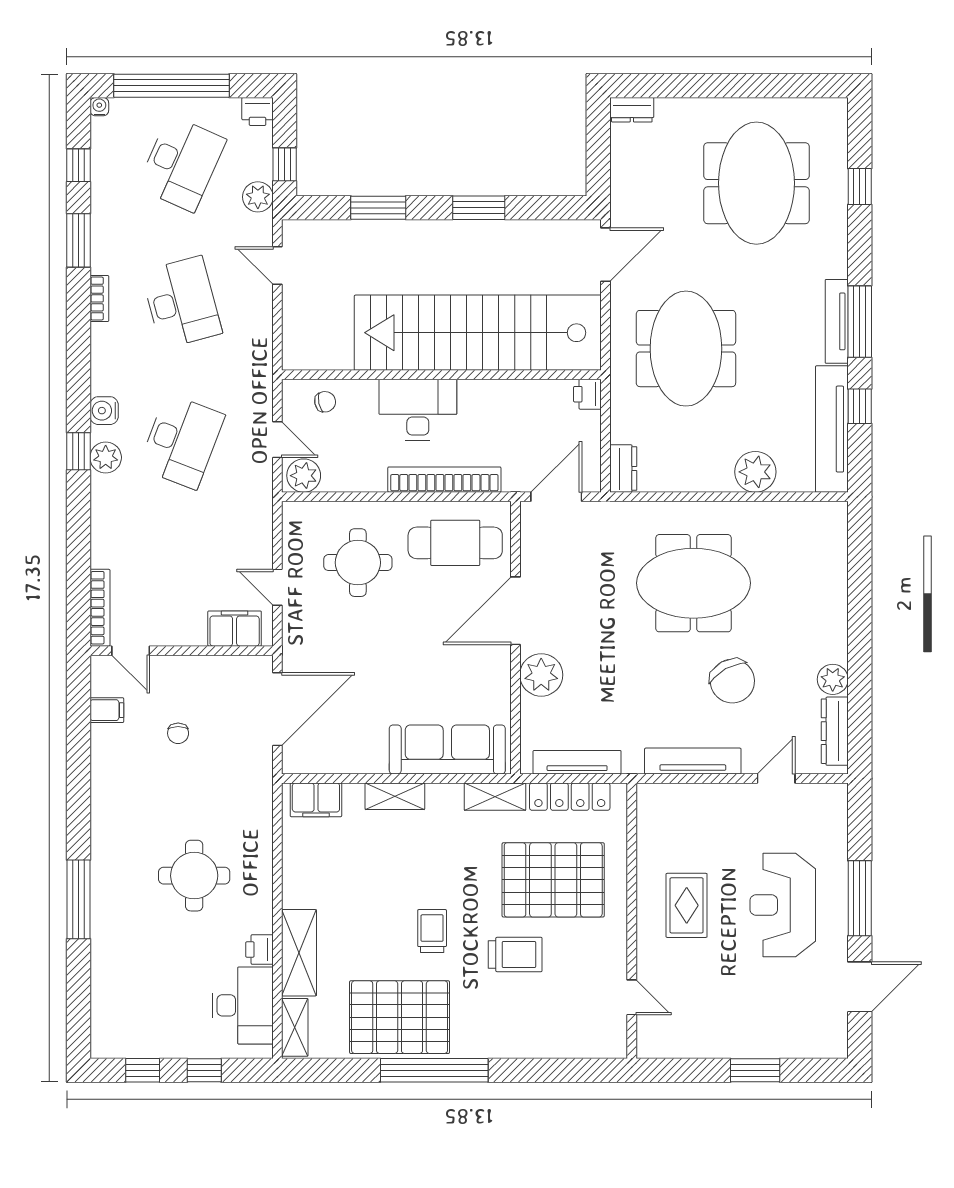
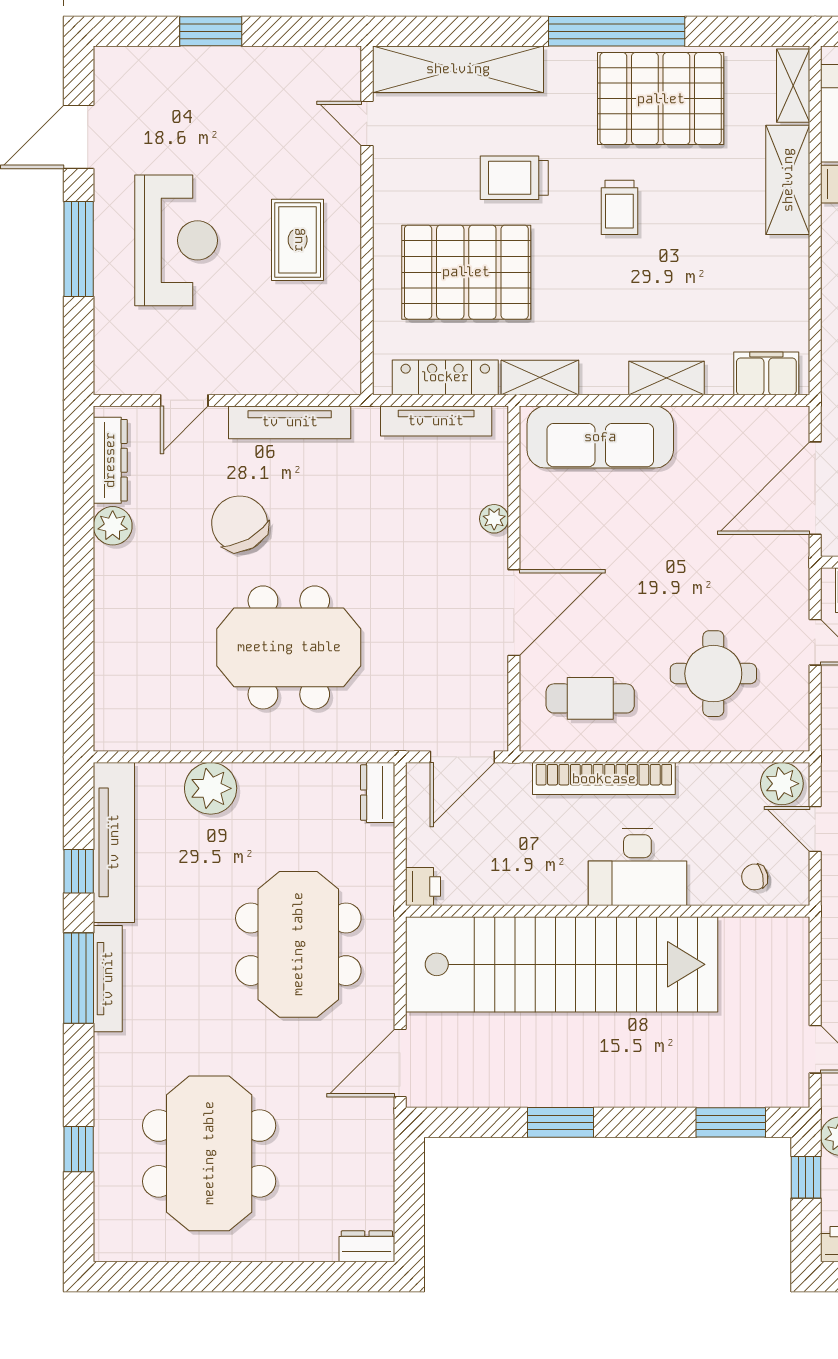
window: (378, 208) -> (731, 1122), moved
cafe table: (455, 543) -> (590, 698), width x0.73, depth x0.74
plant: (541, 675) -> (494, 519), width x0.53, depth x0.53
shelving: (560, 1040) -> (458, 69), added

